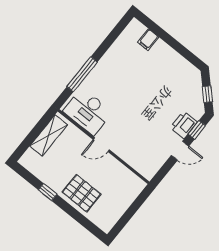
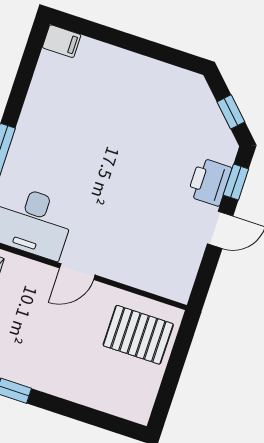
filing cabinet: (148, 40) -> (62, 41), moved, turned -90
pallet: (82, 193) -> (138, 335), moved

